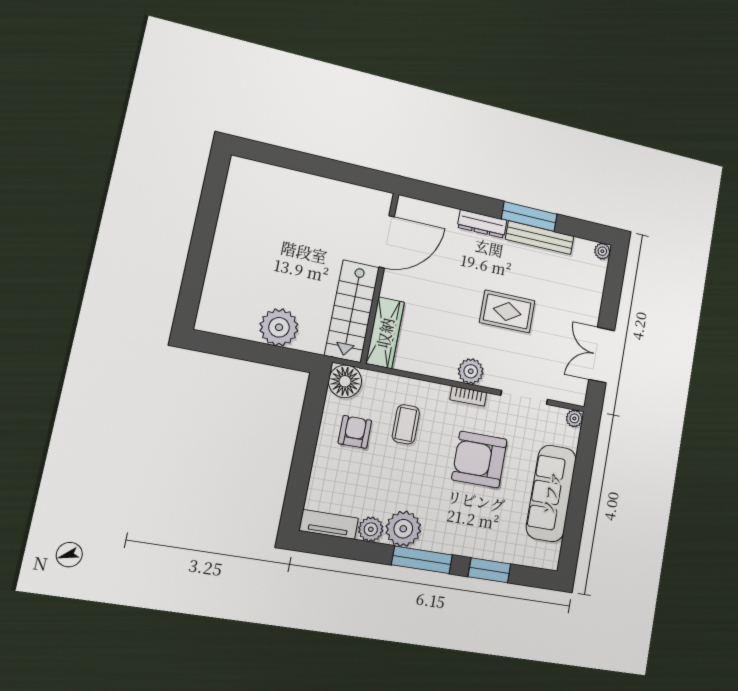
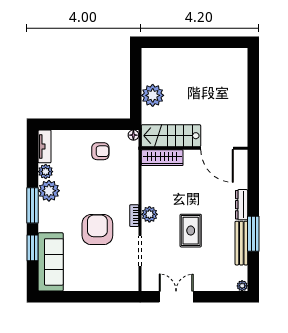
floor lamp: (345, 381) -> (133, 135), width x0.53, depth x0.53
plant: (574, 418) -> (133, 286), removed
coffee table: (406, 424) -> (110, 181), removed
sofa: (551, 493) -> (51, 262), moved, turned 90

